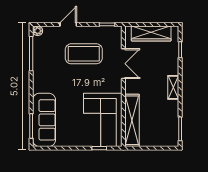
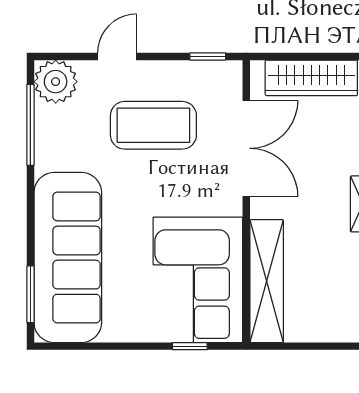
plant: (38, 31) -> (56, 82), width x1.88, depth x1.88
double door: (123, 64) -> (246, 148), width x1.37
sofa: (44, 120) -> (68, 258), width x1.36, depth x1.27

